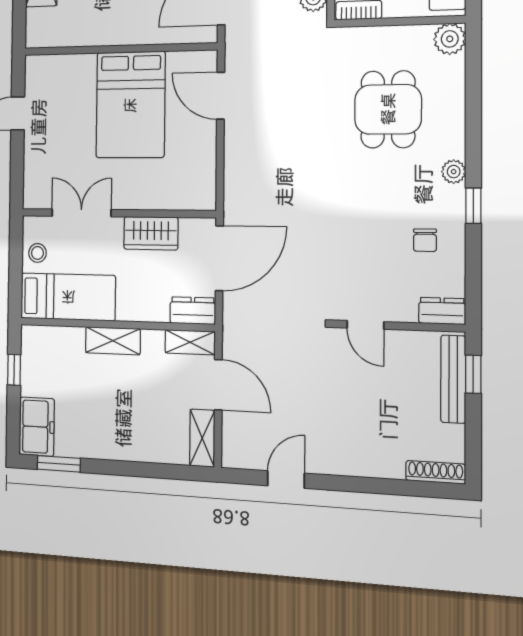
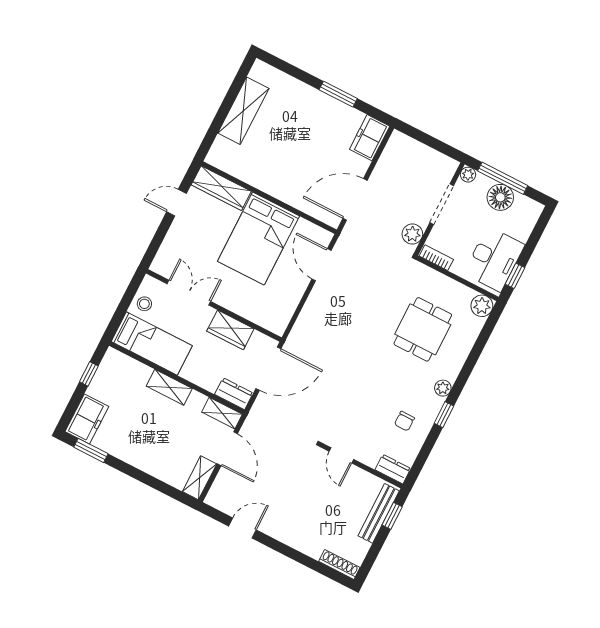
wardrobe: (60, 68) -> (221, 188), added

